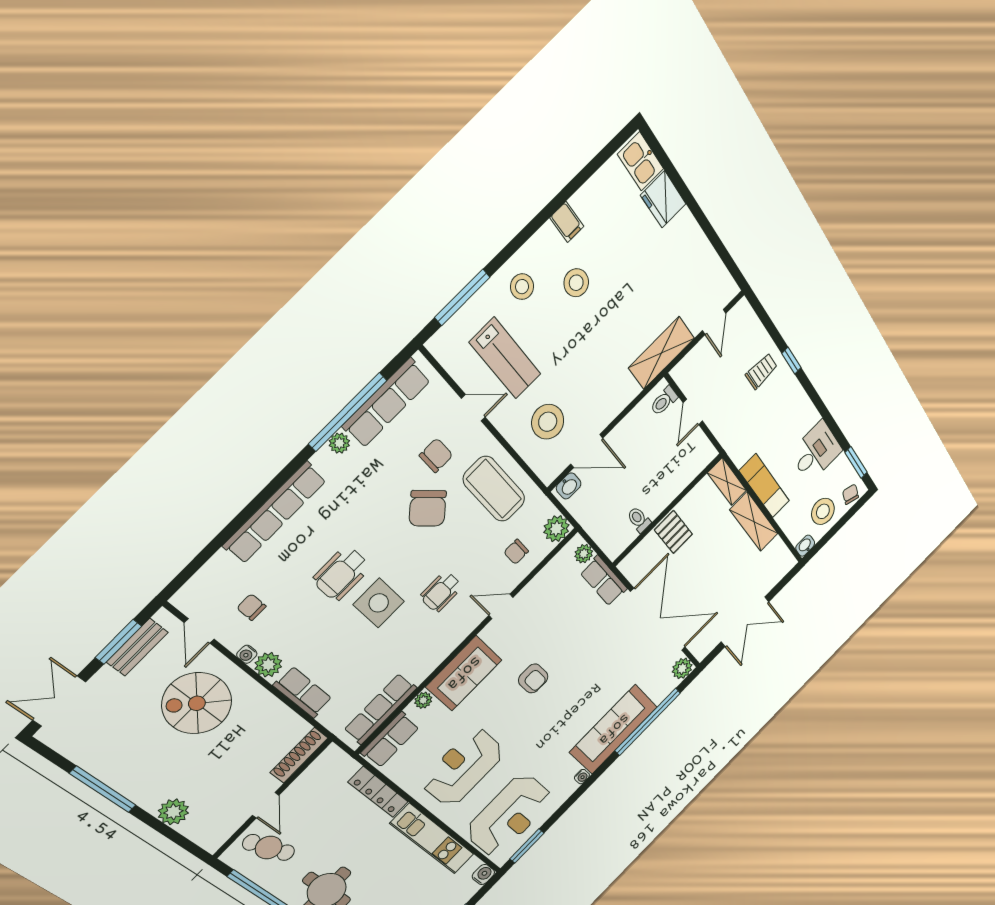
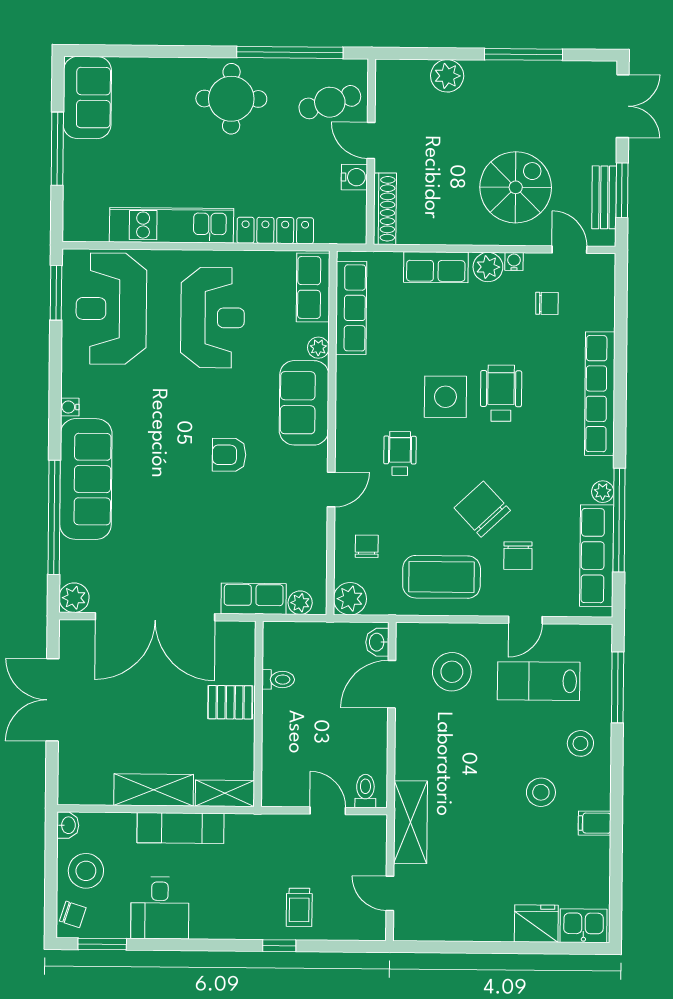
water cooler: (483, 874) -> (354, 177), moved, turned -90

